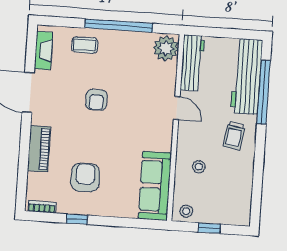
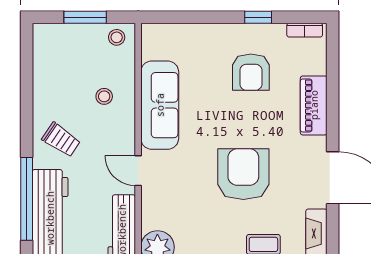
armchair: (96, 100) -> (243, 174), width x1.88, depth x1.88
trolley: (234, 136) -> (61, 140), turned 115
sofa: (155, 186) -> (160, 105), moved
window: (209, 228) -> (85, 17), width x1.50

